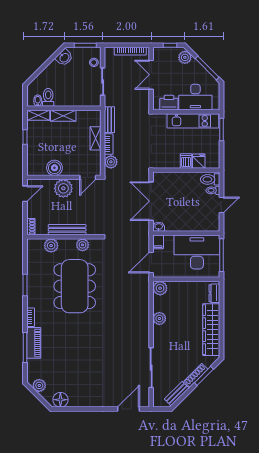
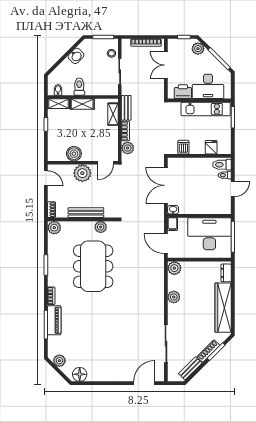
washbasin: (64, 57) -> (76, 56), moved
toilet: (48, 97) -> (79, 87), moved
shelving: (95, 138) -> (113, 114), moved
dishwasher: (186, 161) -> (183, 147), moved
door: (25, 194) -> (46, 178), hinge flipped
plant: (51, 246) -> (54, 228), moved
door: (151, 263) -> (166, 244), hinge flipped

